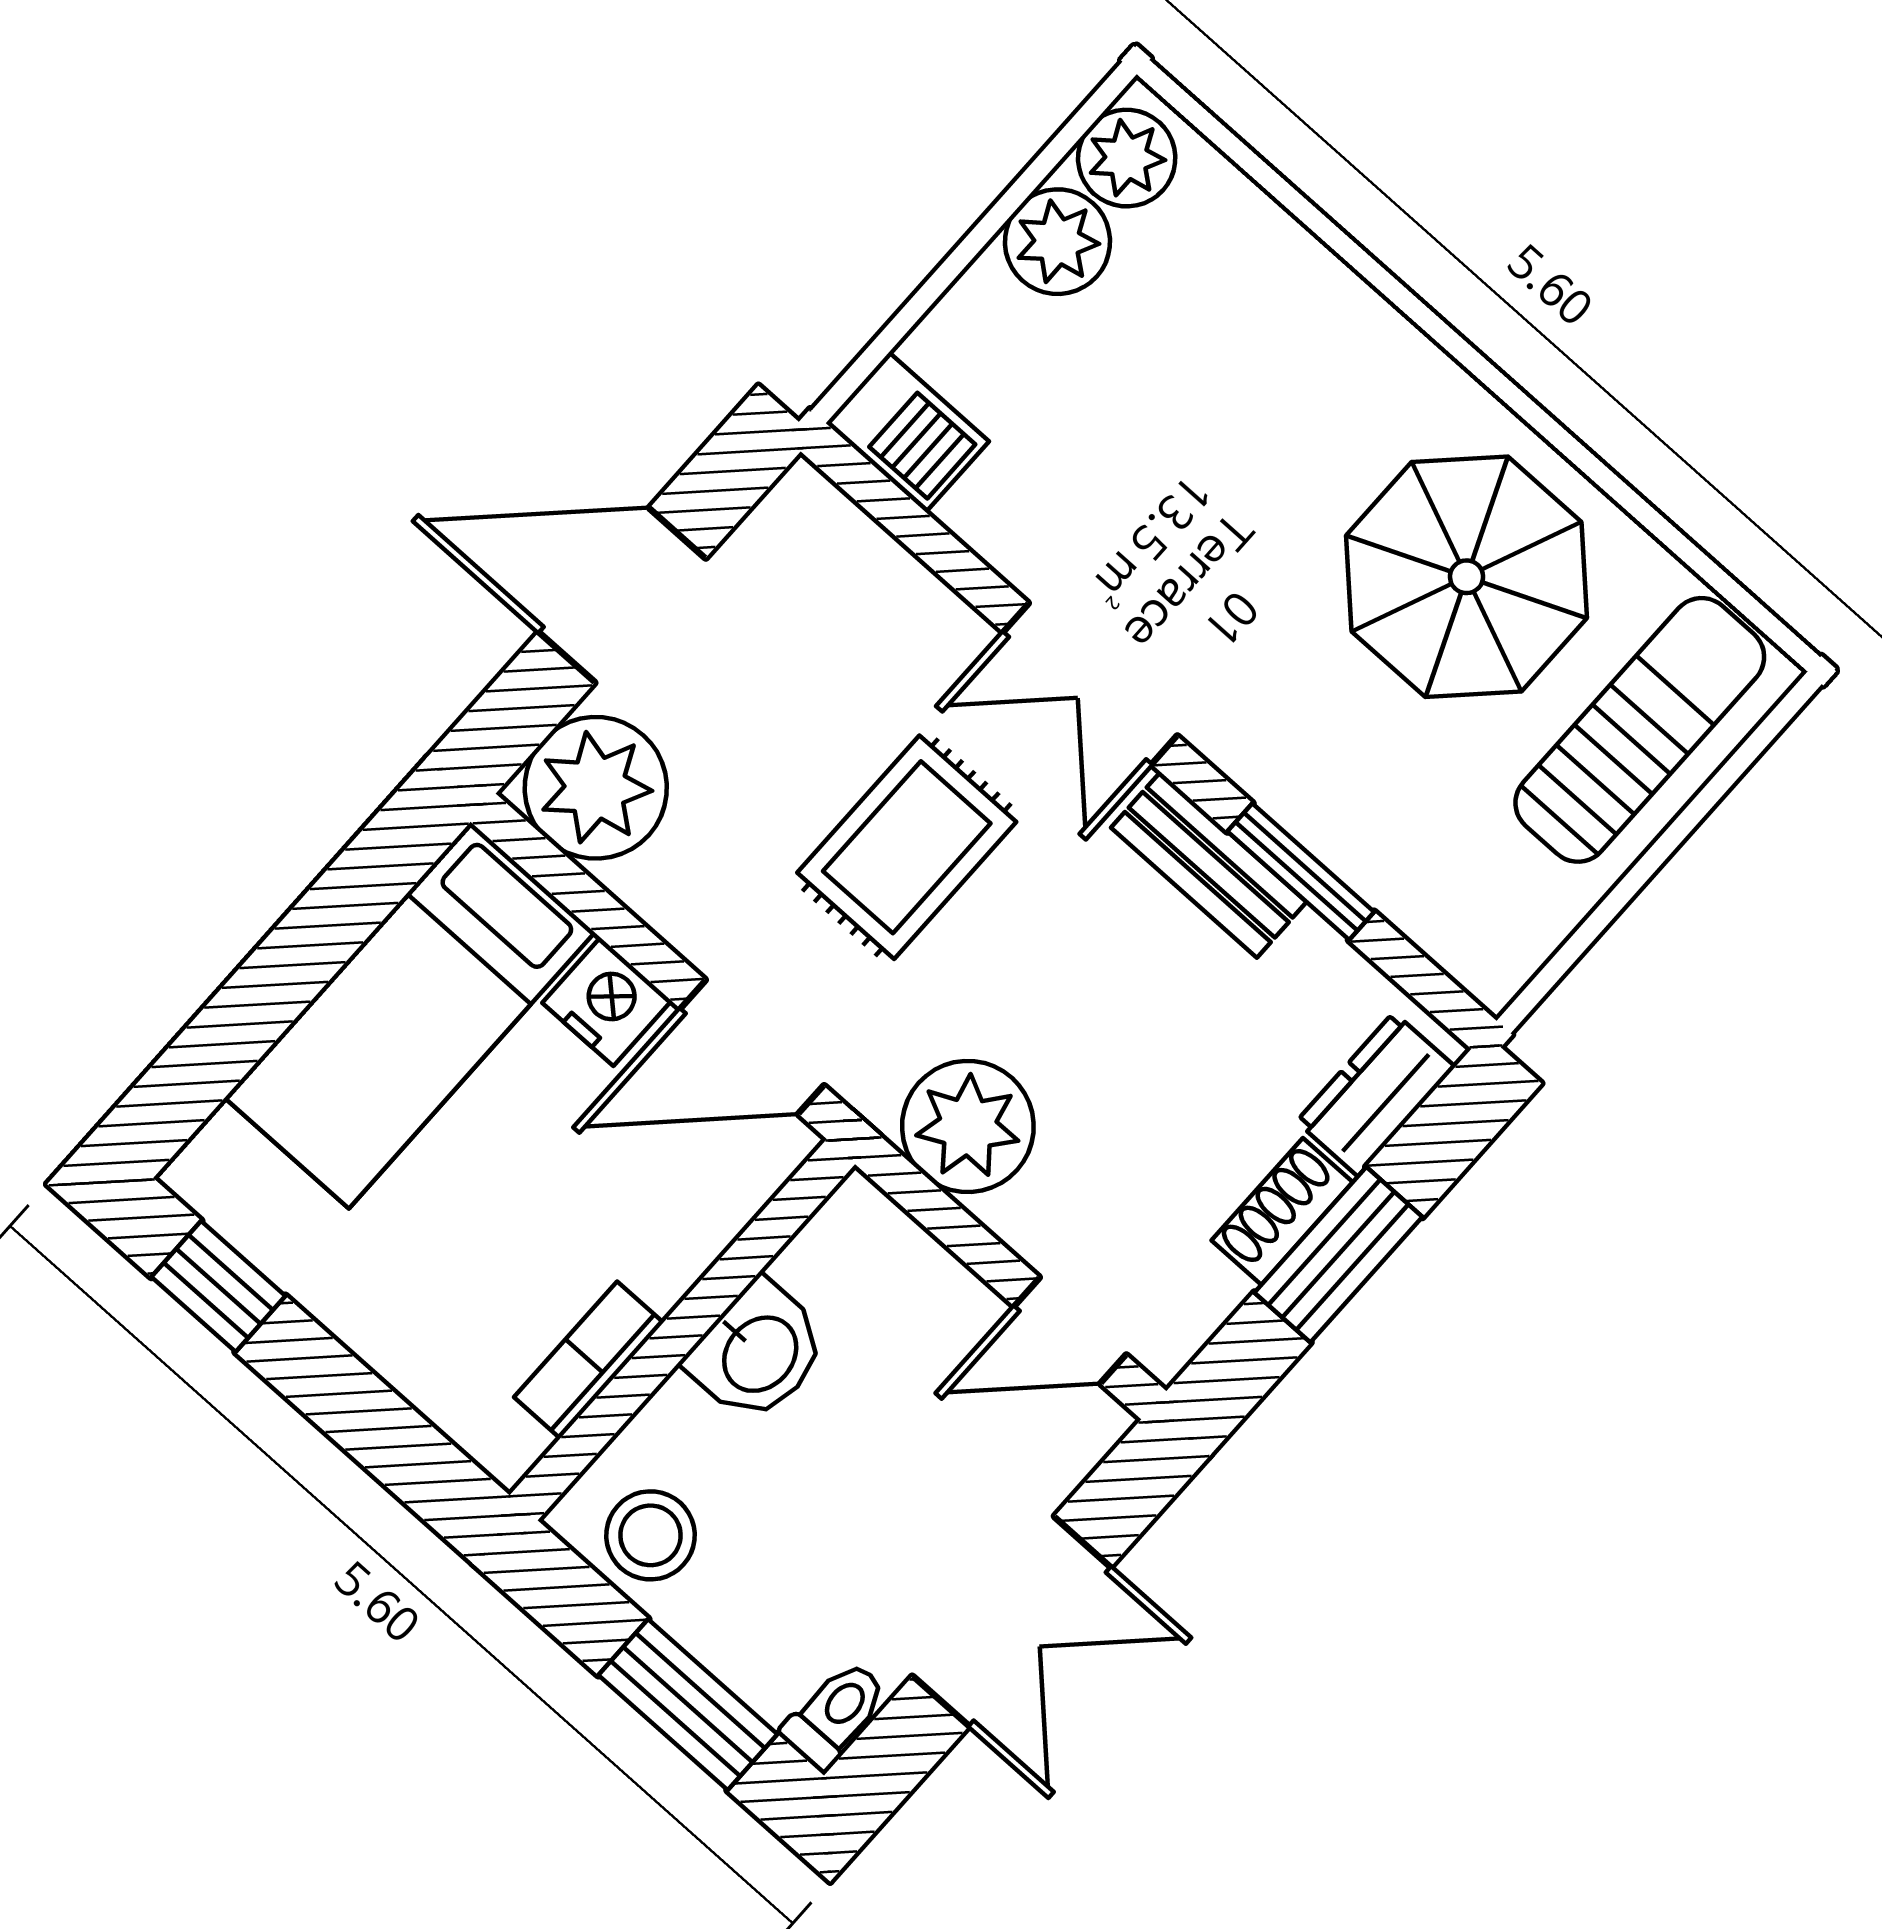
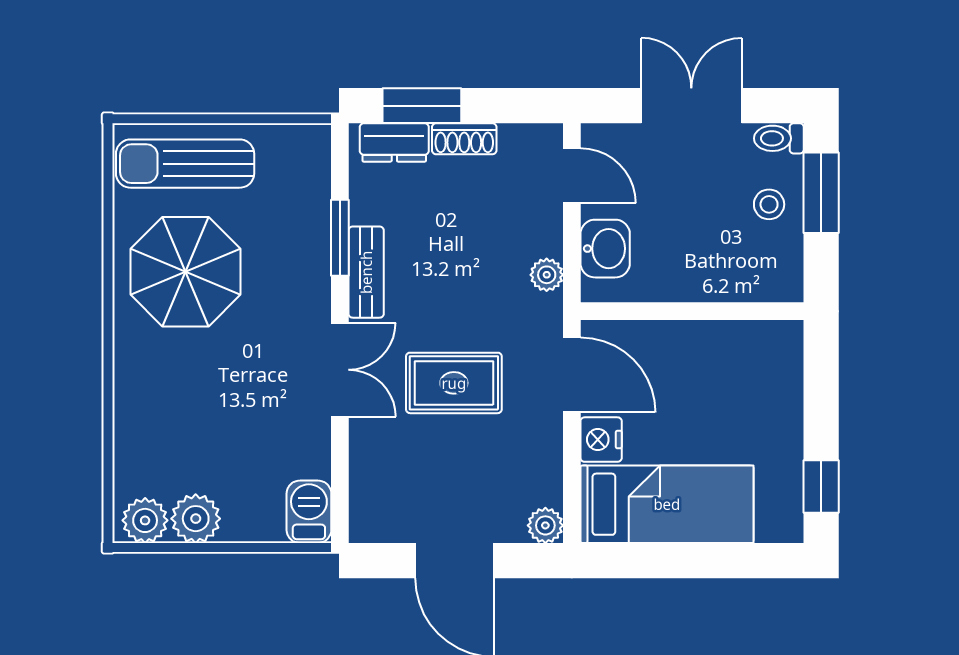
plant: (596, 788) -> (545, 525), width x0.53, depth x0.53
plant: (968, 1126) -> (547, 275), width x0.53, depth x0.53
window: (1338, 1255) -> (422, 106), moved
washbasin: (758, 1352) -> (605, 249), moved, turned 90
bookcase: (589, 1360) -> (732, 335), removed
stool: (650, 1535) -> (769, 204), moved, width x0.73, depth x0.73

